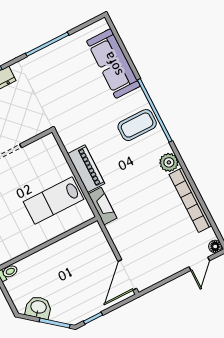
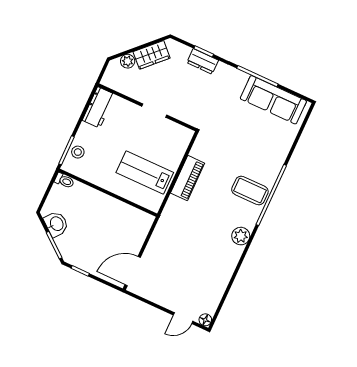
sofa: (113, 64) -> (273, 100), moved, turned -90
bookcase: (190, 200) -> (225, 274), removed
fireplace: (103, 206) -> (169, 212), removed

